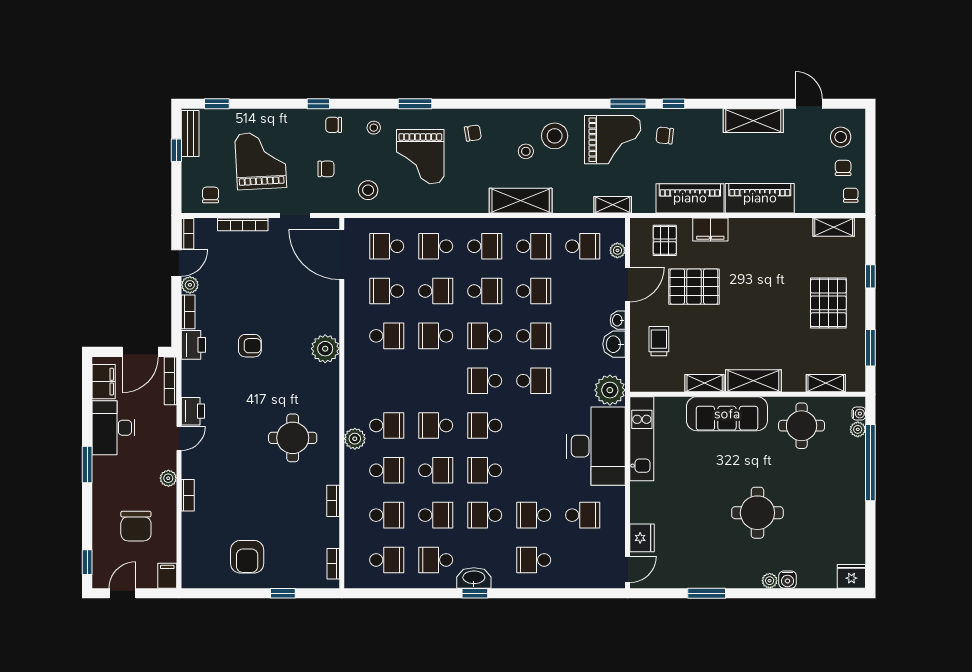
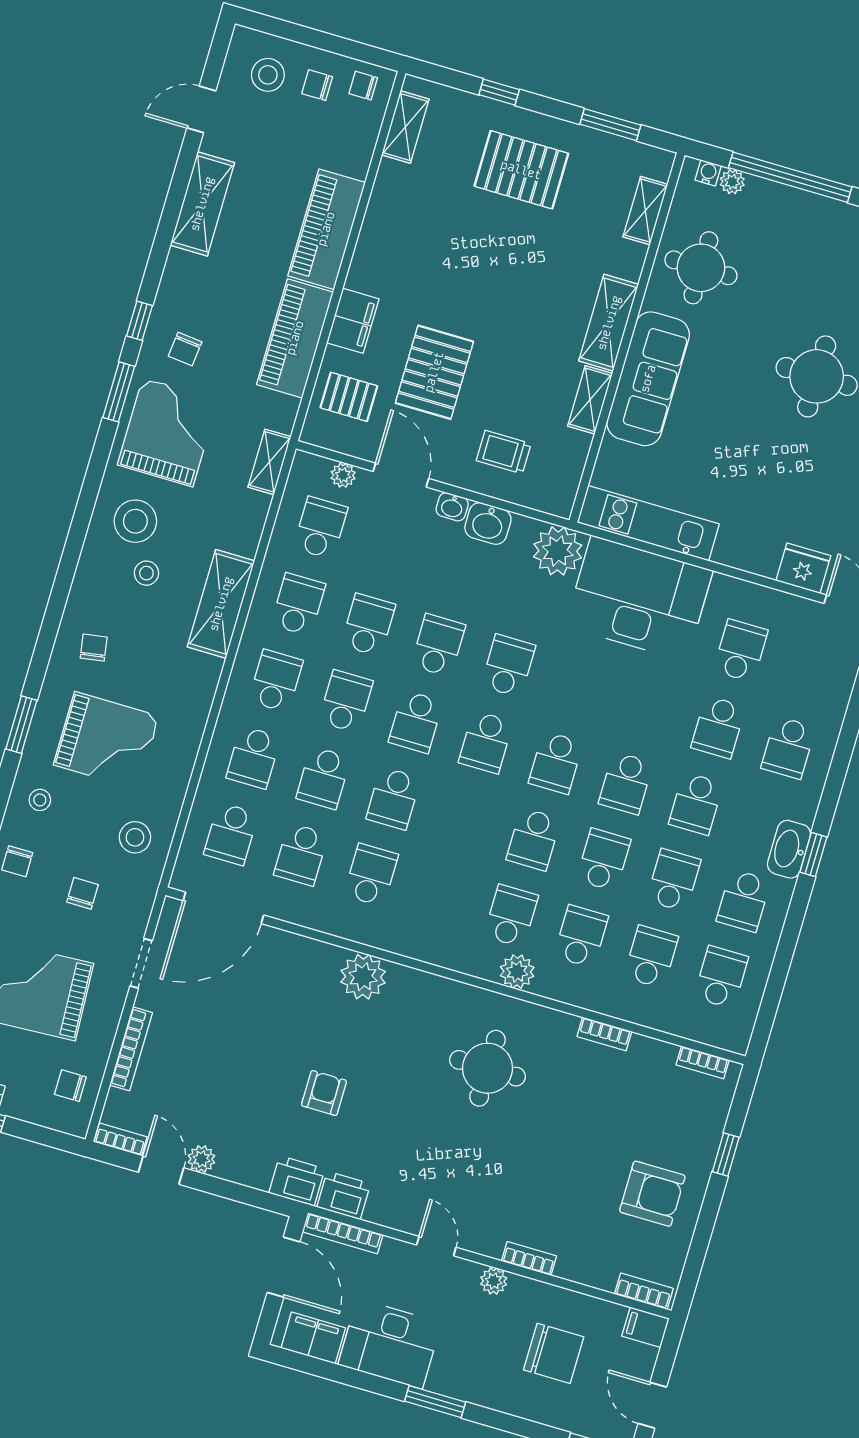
school desk: (436, 291) -> (323, 778), turned 180
bookcase: (188, 312) -> (644, 1291), moved
printer: (193, 411) -> (344, 1195), moved

